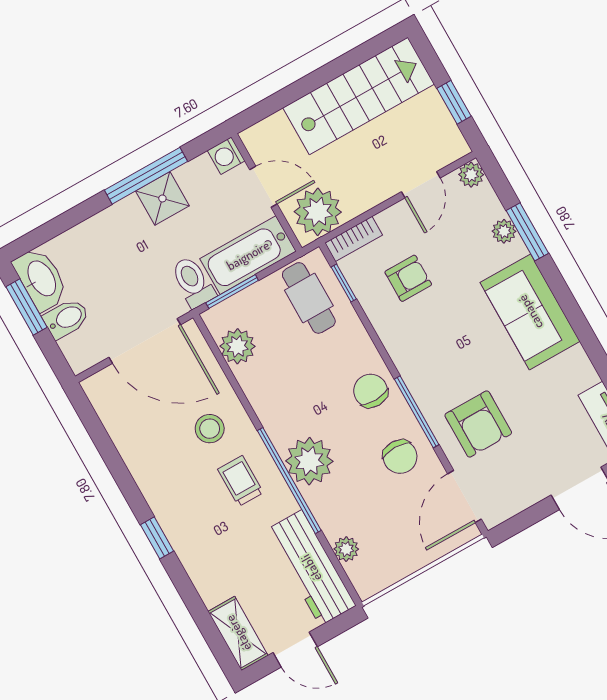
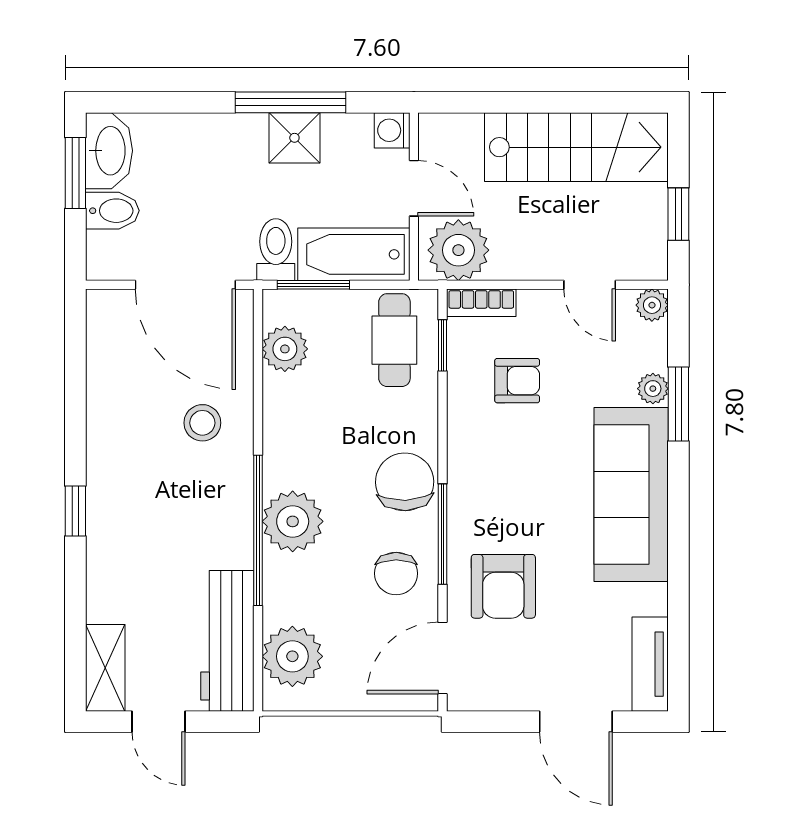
door: (421, 185) -> (590, 285), hinge flipped
sofa: (530, 312) -> (631, 494), width x1.36
chair: (371, 391) -> (405, 482), width x1.37, depth x1.37
trolley: (241, 481) -> (204, 500), removed
plant: (346, 549) -> (292, 656), width x1.87, depth x1.87

